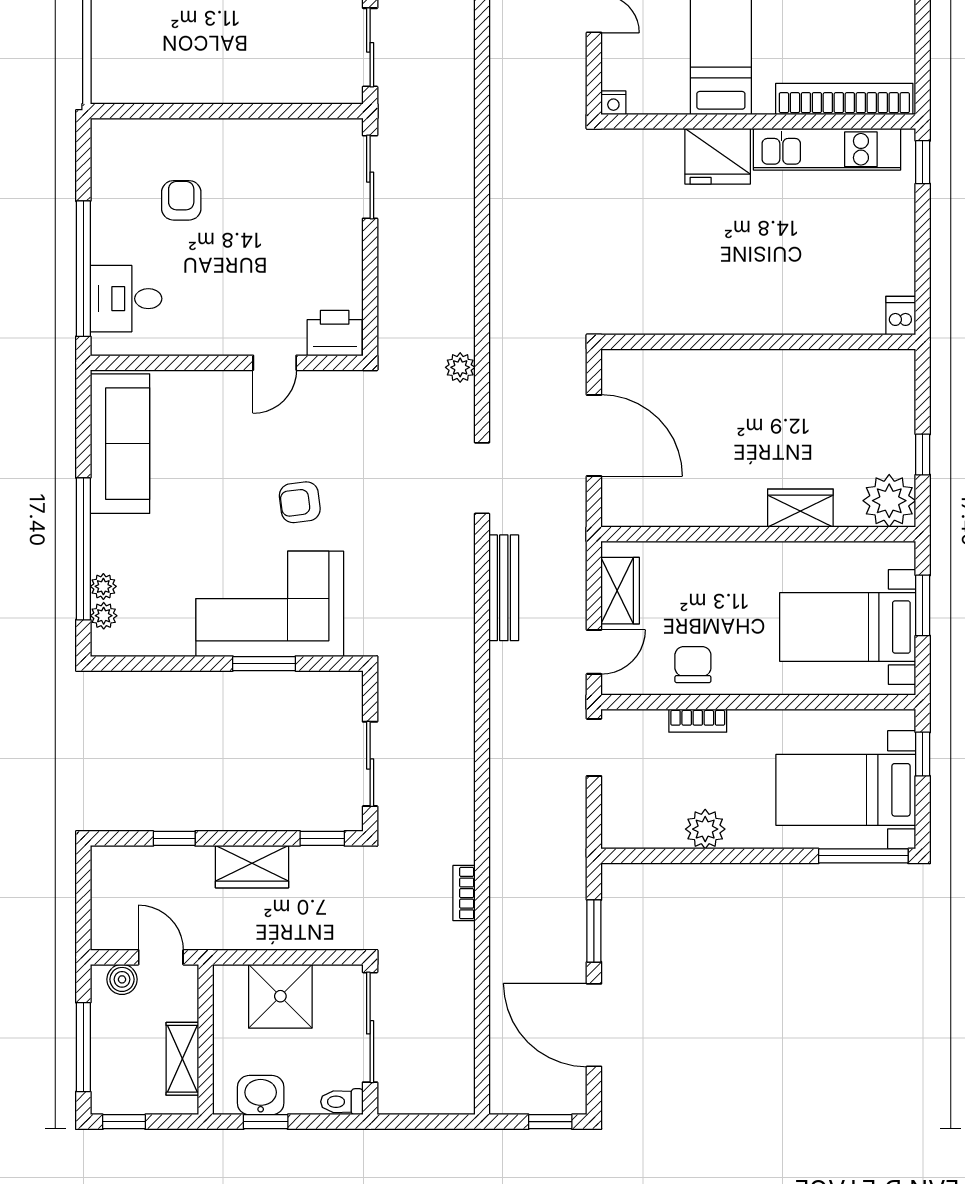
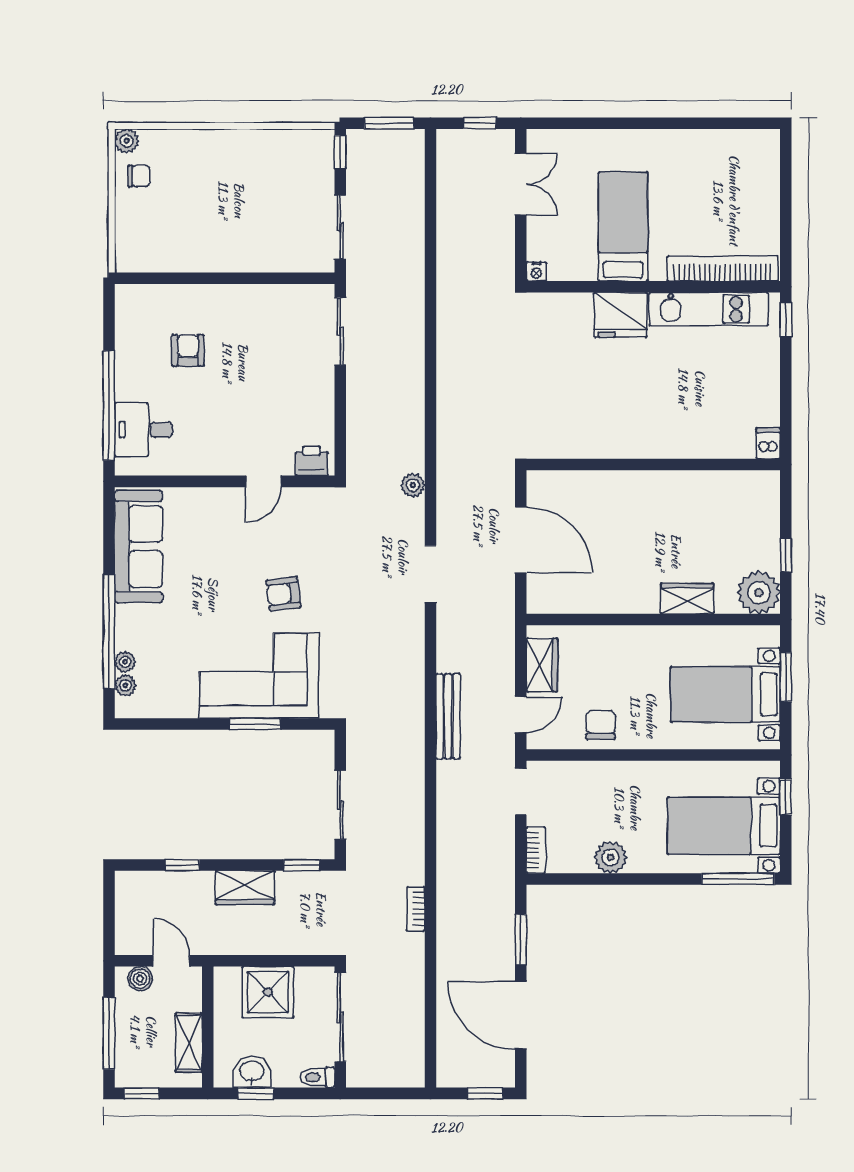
printer: (335, 333) -> (312, 461), width x0.73, depth x0.81
bench: (504, 588) -> (448, 716), moved
bookcase: (698, 721) -> (536, 850), moved, turned -90

